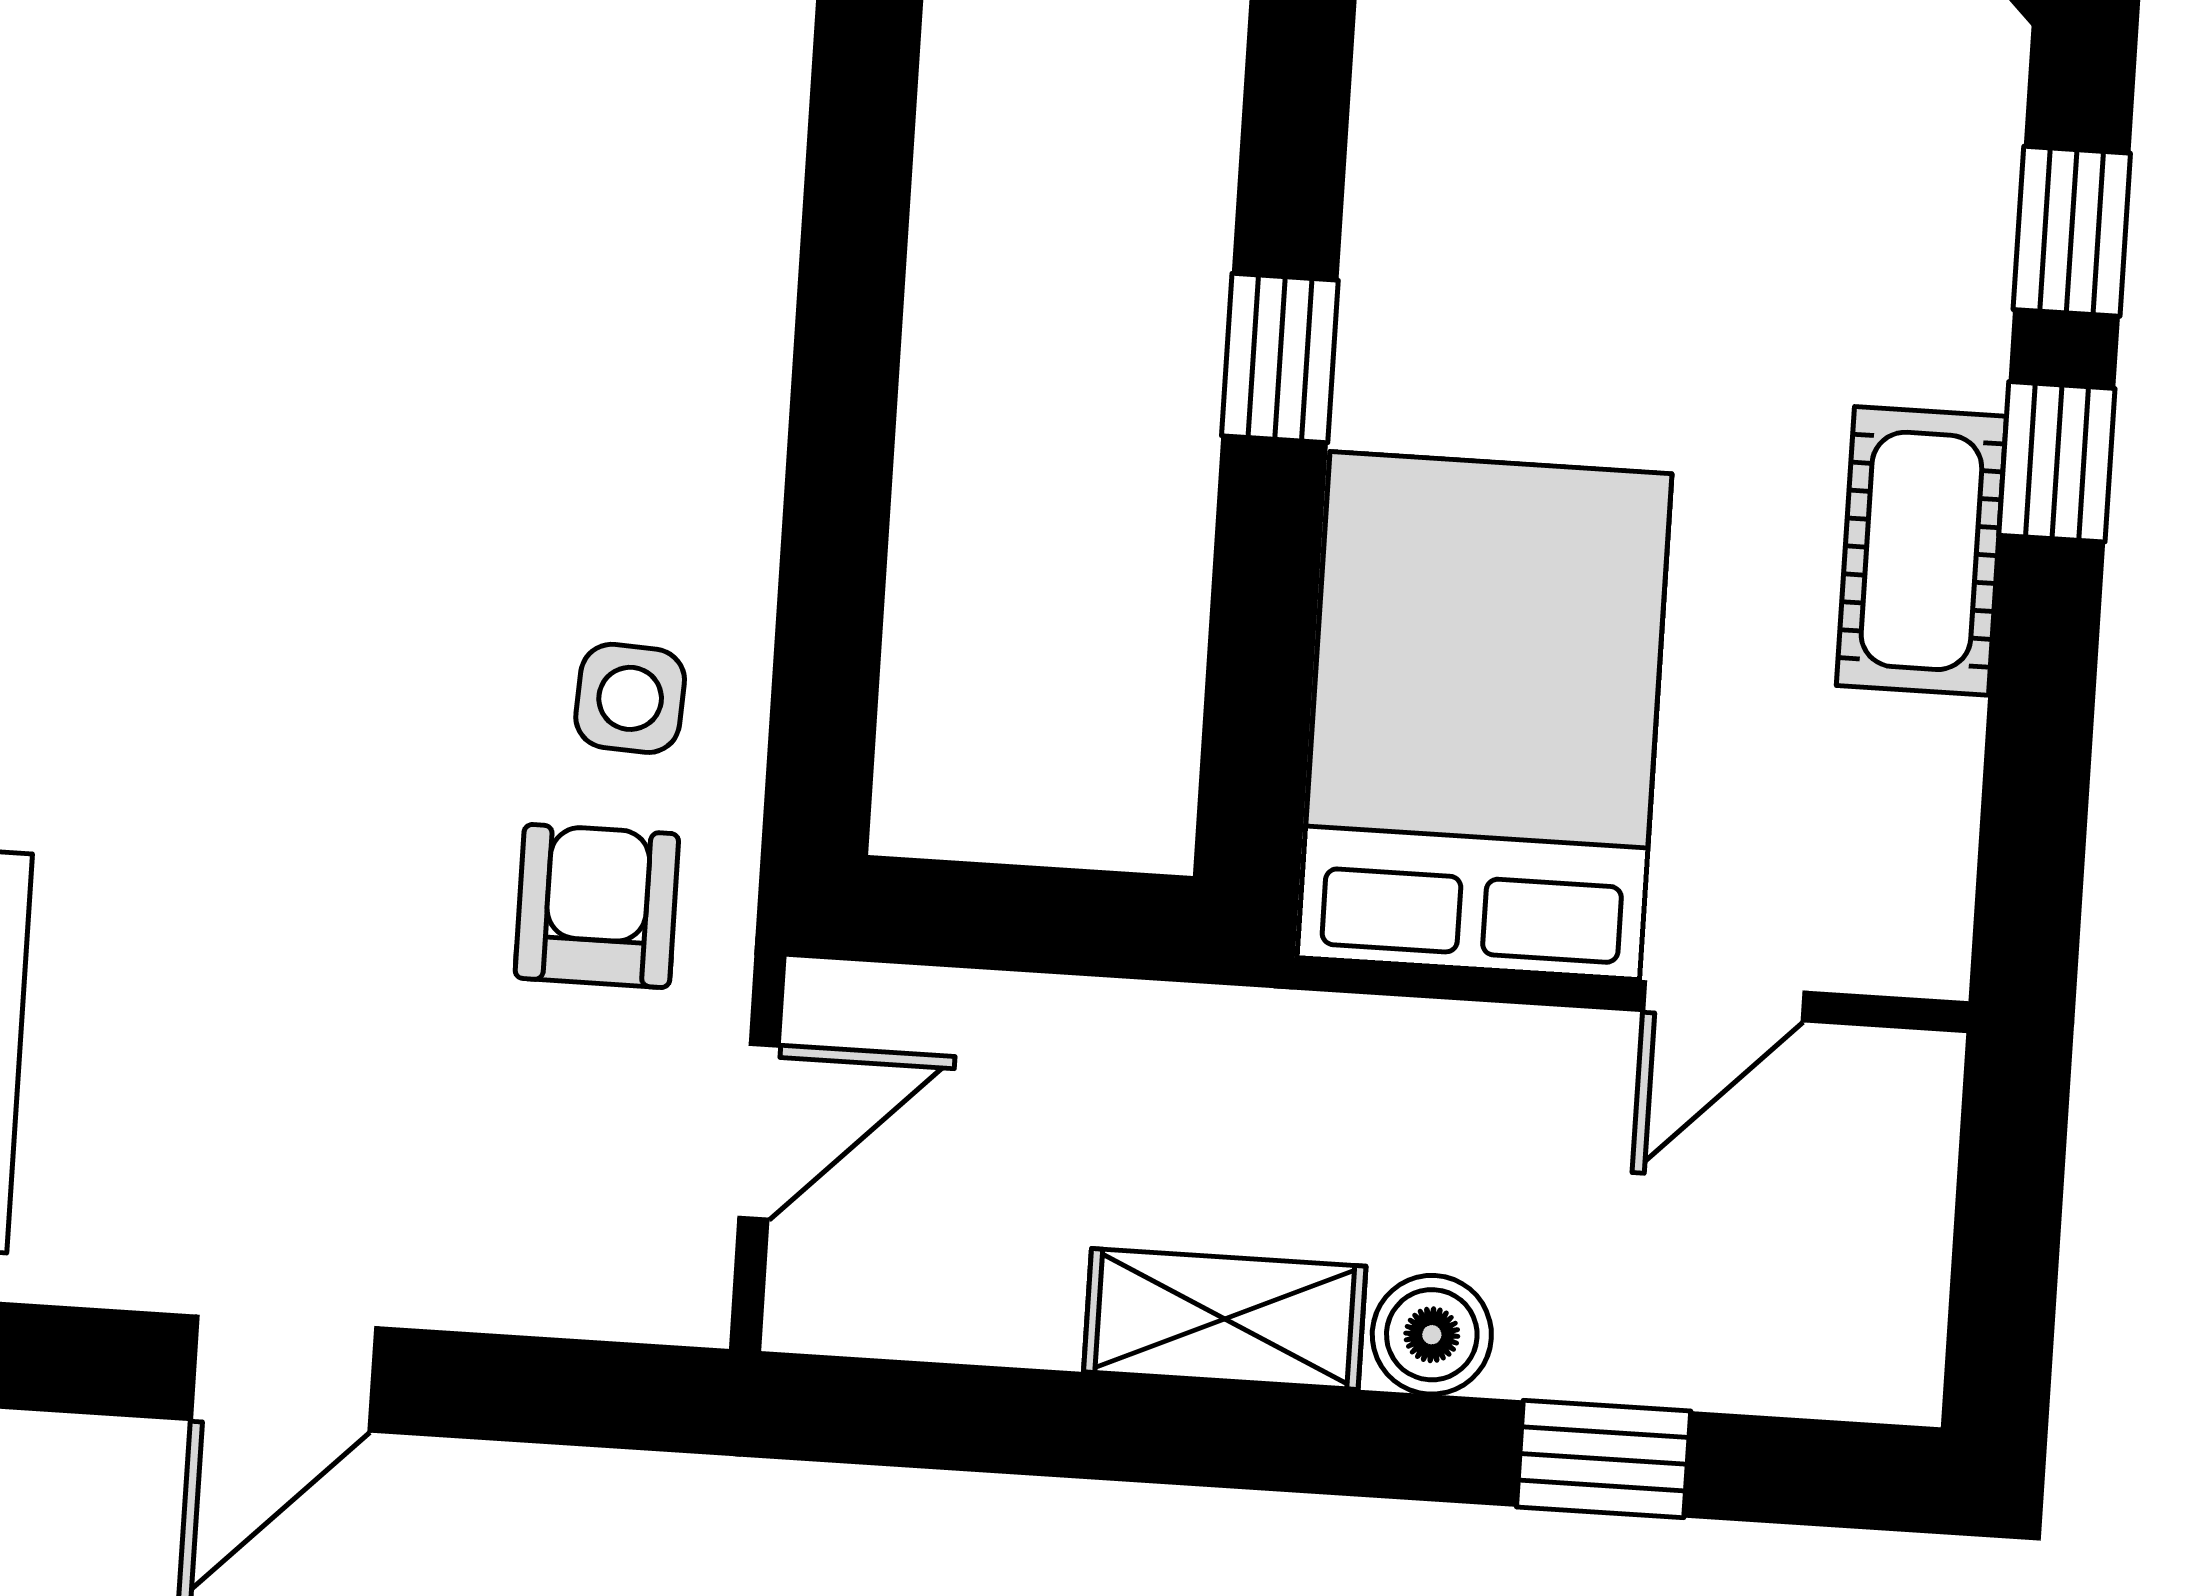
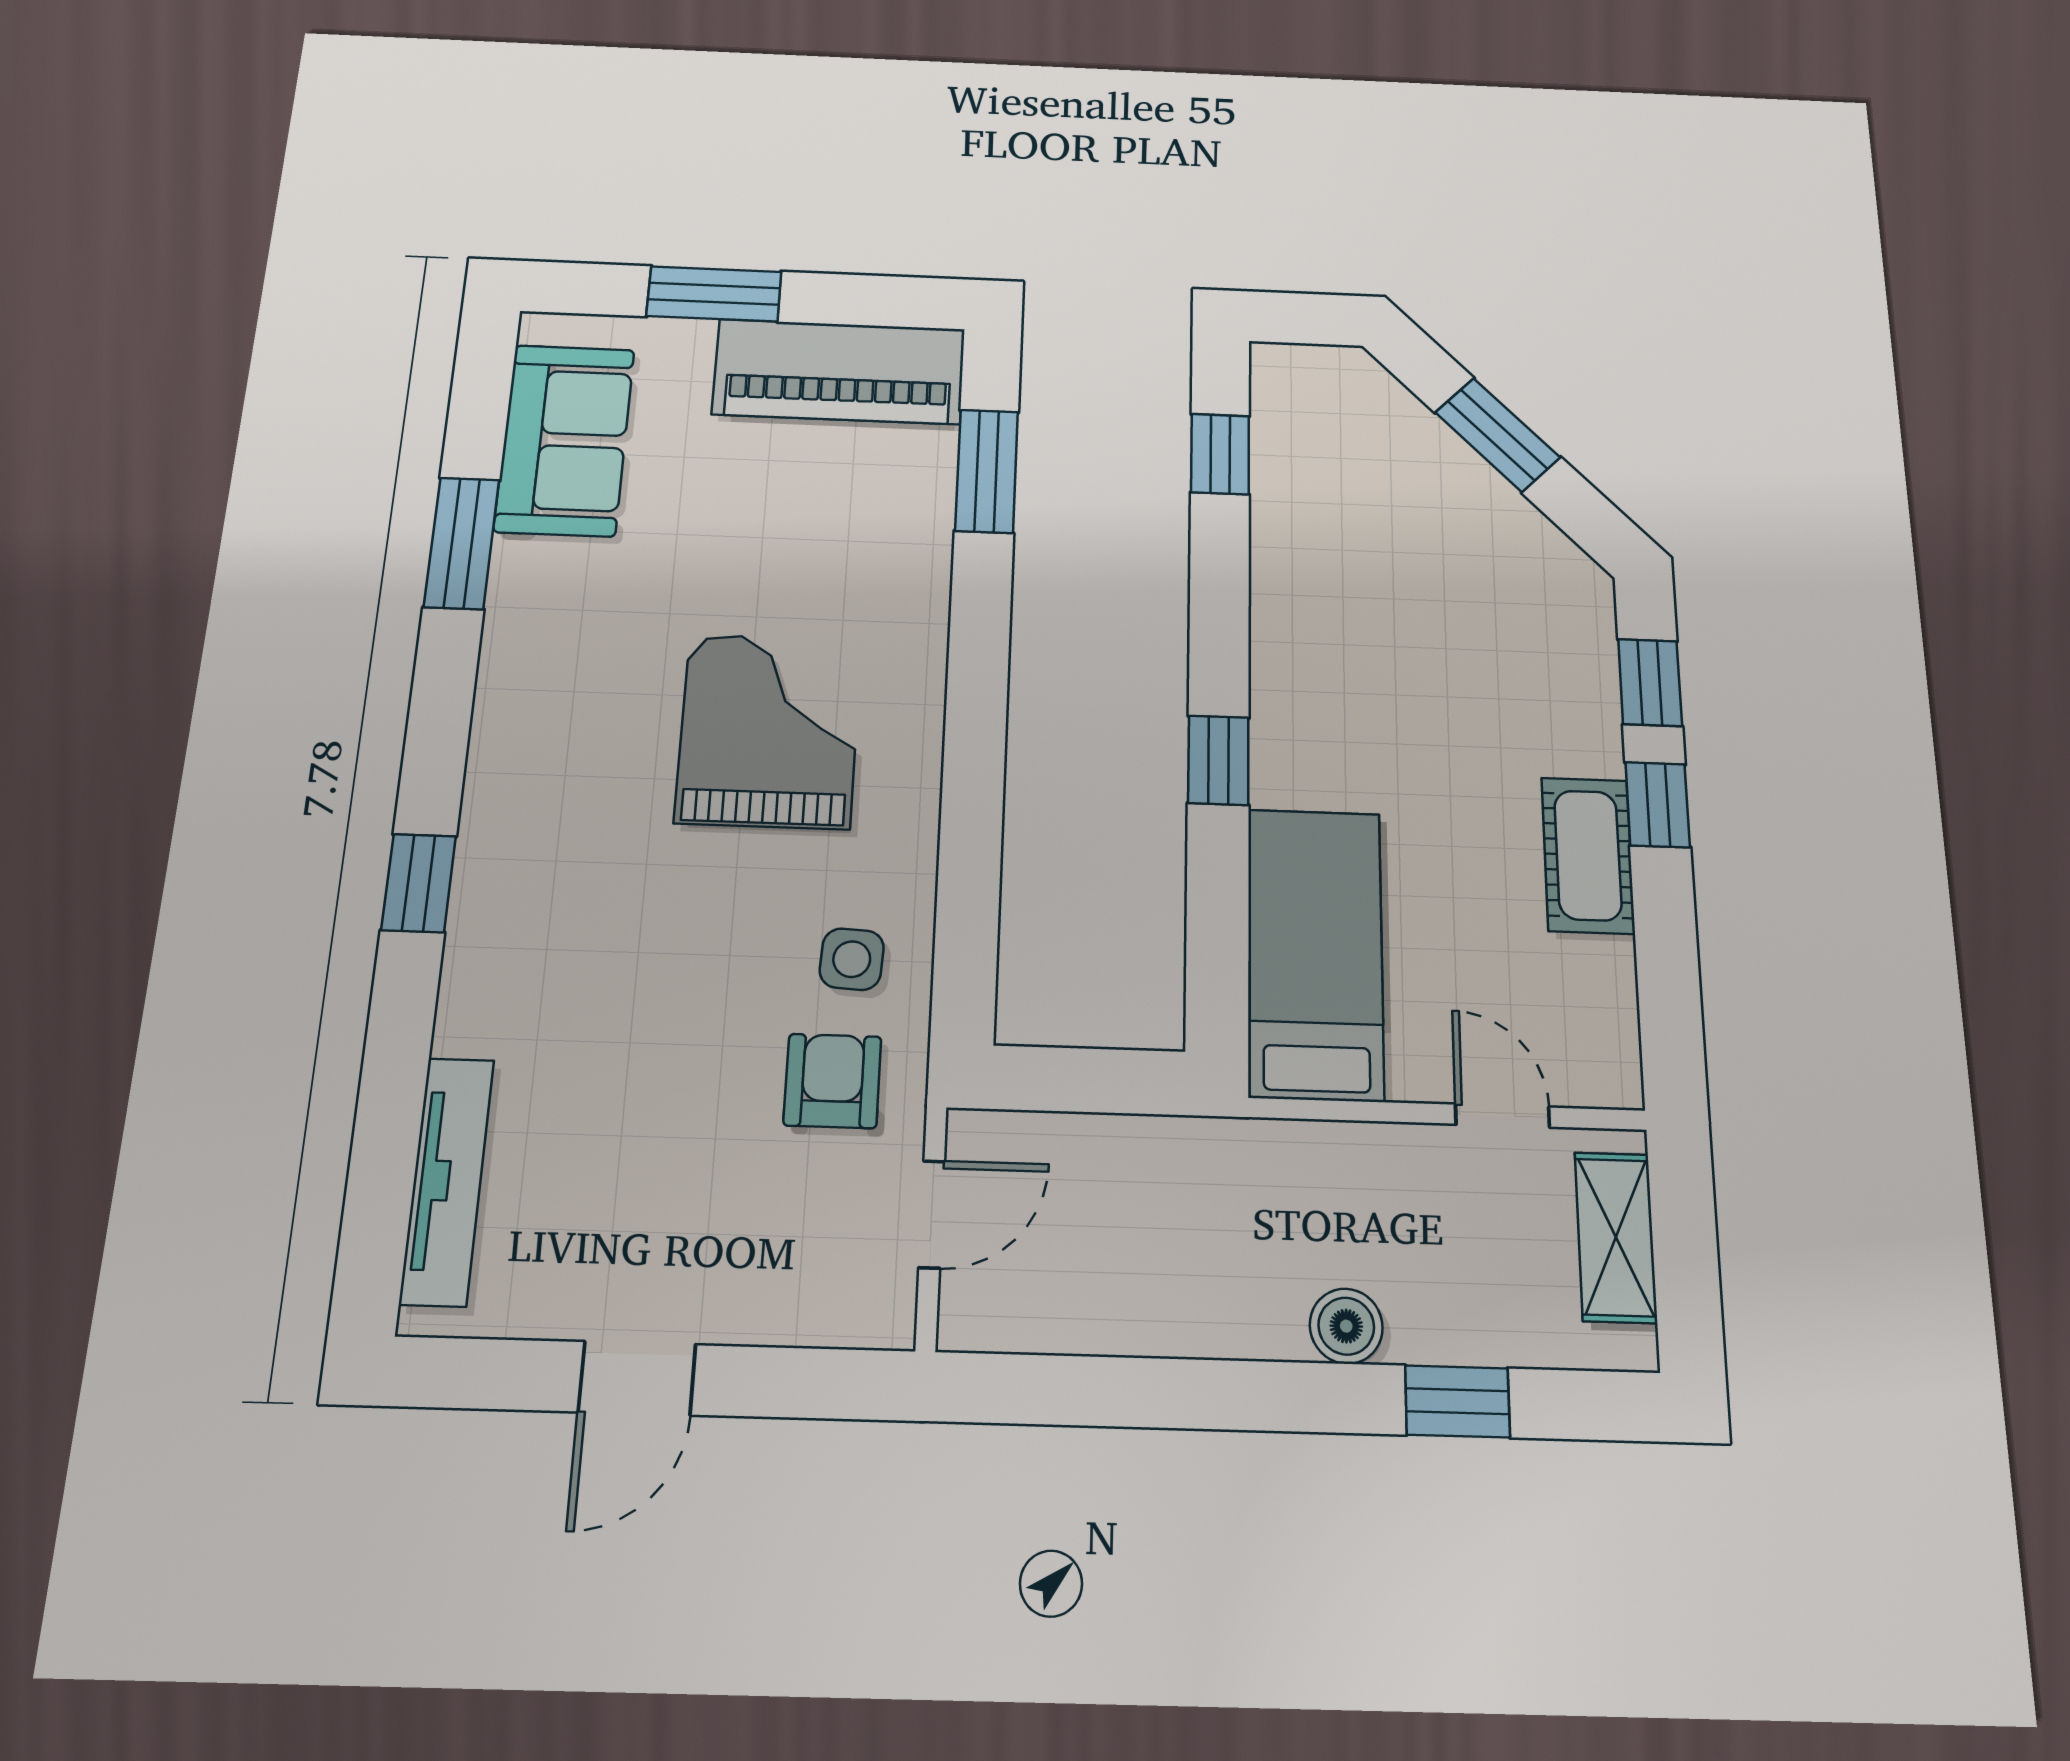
grand piano: (487, 282) -> (769, 731), added
bed: (1485, 716) -> (1316, 953), width x0.67
door: (1724, 1001) -> (1502, 1116), swing flipped
shelving: (1225, 1319) -> (1616, 1237), moved, turned 90

